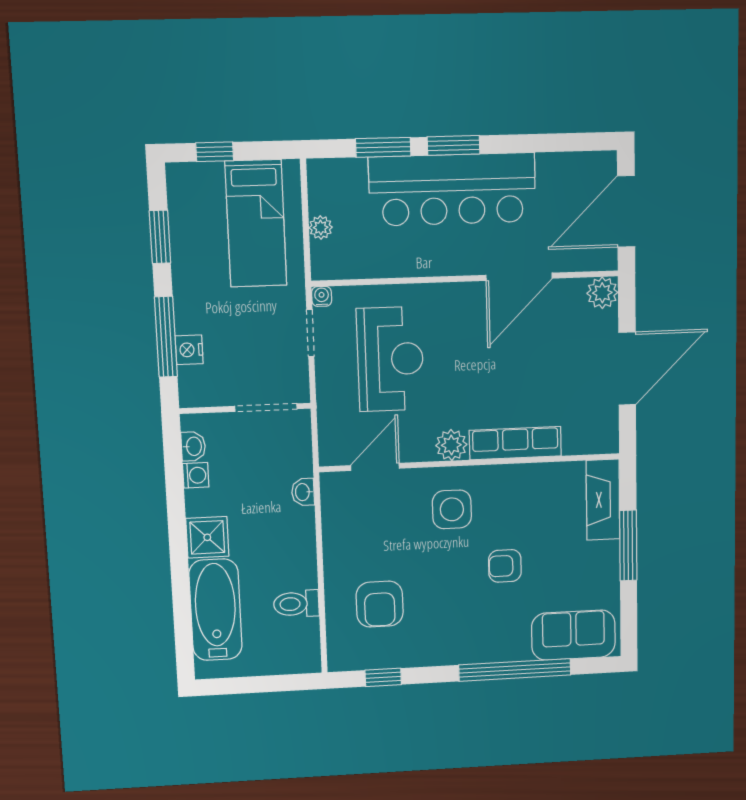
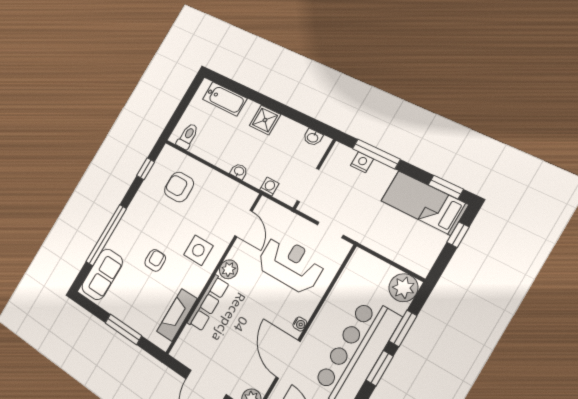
bed: (256, 223) -> (424, 203), moved
plant: (321, 227) -> (403, 288), moved, width x1.88, depth x1.88
window: (160, 237) -> (446, 187), moved
water cooler: (322, 296) -> (300, 324), moved
reception desk: (390, 359) -> (291, 264), turned 180
washing machine: (196, 475) -> (269, 187), moved, turned 180
washbasin: (303, 492) -> (239, 171), moved
fireplace: (603, 500) -> (177, 315), moved, turned -90
toilet: (296, 604) -> (187, 136), moved
bathtub: (216, 610) -> (225, 99), width x0.73, depth x0.73

